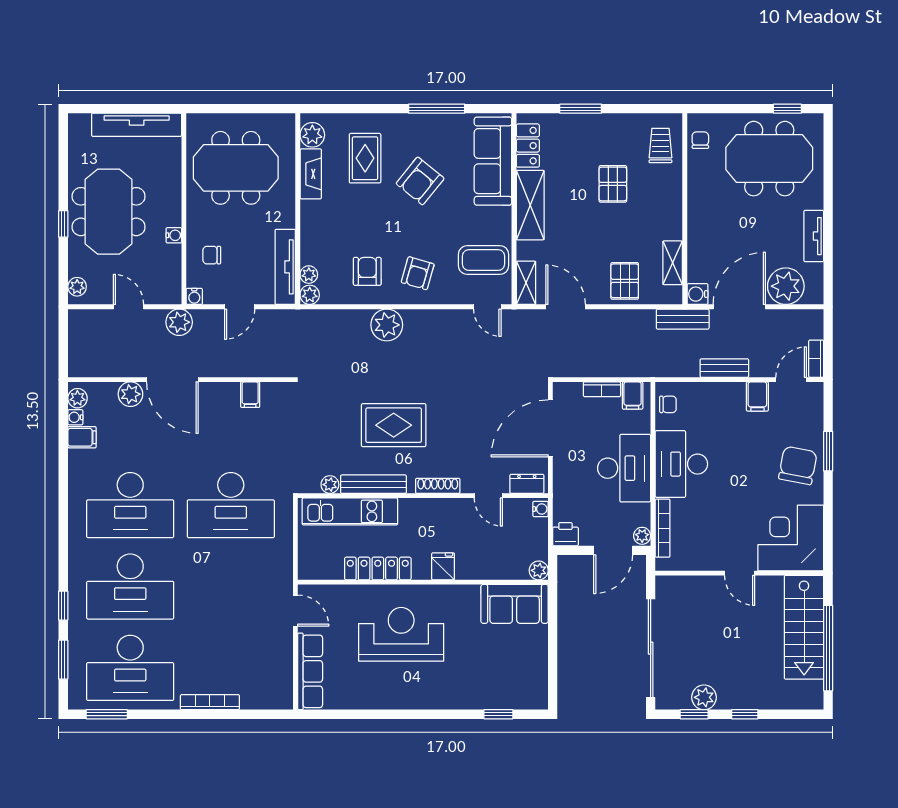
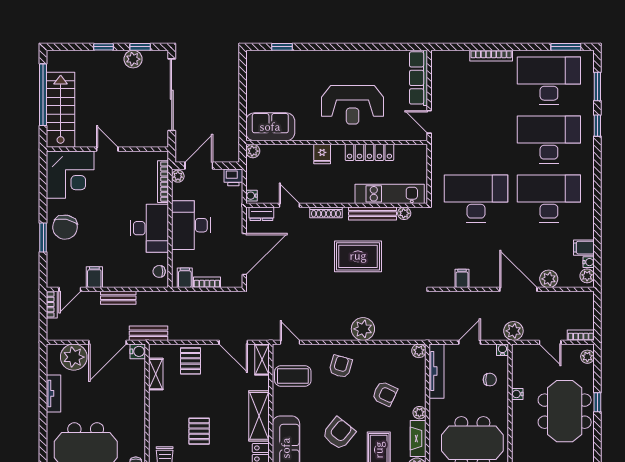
armchair: (367, 271) -> (385, 394), moved, turned -65
plant: (309, 275) -> (419, 413), moved
bookcase: (86, 316) -> (581, 335), added

